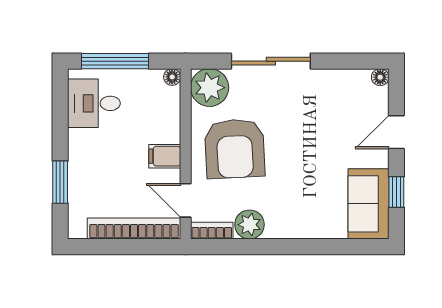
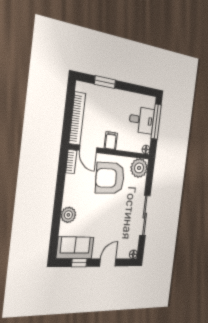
sliding door: (271, 61) -> (145, 216), moved
desk: (94, 103) -> (142, 120), moved, turned 90
door: (396, 132) -> (108, 263), hinge flipped
door: (186, 200) -> (88, 149), swing flipped
plant: (250, 225) -> (68, 215), moved

